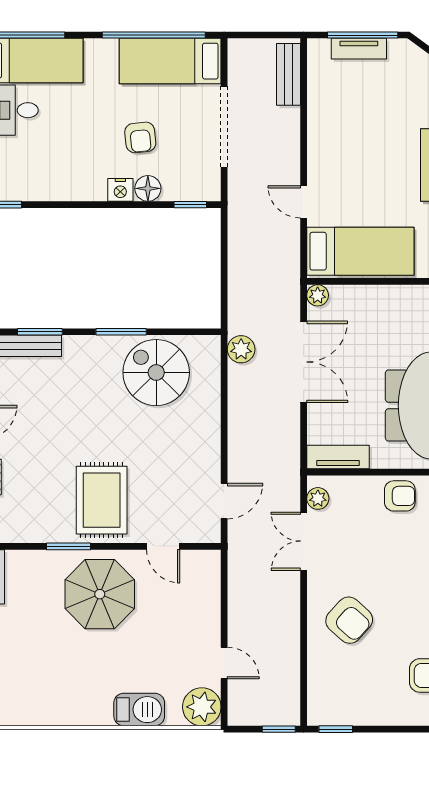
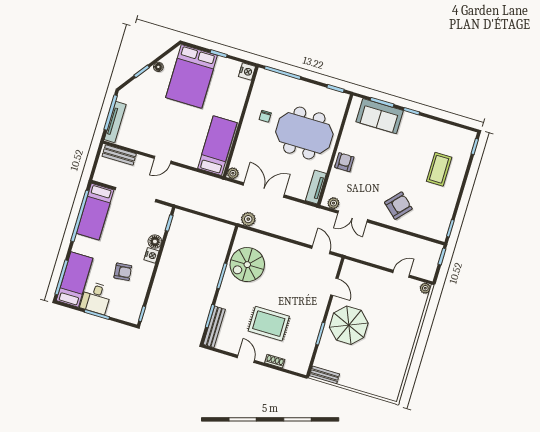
tv unit: (359, 49) -> (115, 122), width x1.41
armchair: (140, 137) -> (123, 272), moved
door: (304, 202) -> (163, 160), moved
rug: (102, 500) -> (269, 324), moved
door: (163, 546) -> (334, 287), hinge flipped
plant: (202, 707) -> (425, 288), width x0.53, depth x0.53
barbecue: (139, 710) -> (412, 323), removed

